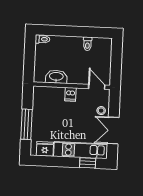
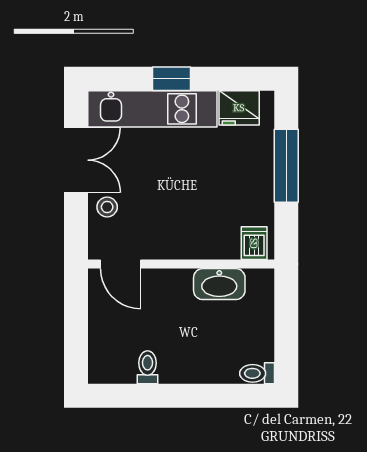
dishwasher: (70, 94) -> (254, 243), moved
window: (88, 163) -> (172, 79), moved

